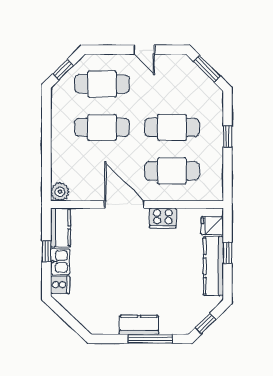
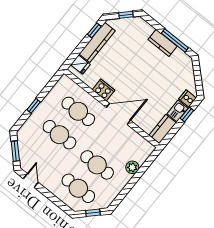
door: (144, 50) -> (31, 180), moved
plant: (60, 192) -> (132, 167), moved
door: (124, 204) -> (118, 114), swing flipped
window: (46, 251) -> (187, 114), moved
window: (227, 253) -> (94, 30), moved
window: (150, 339) -> (175, 40), moved

